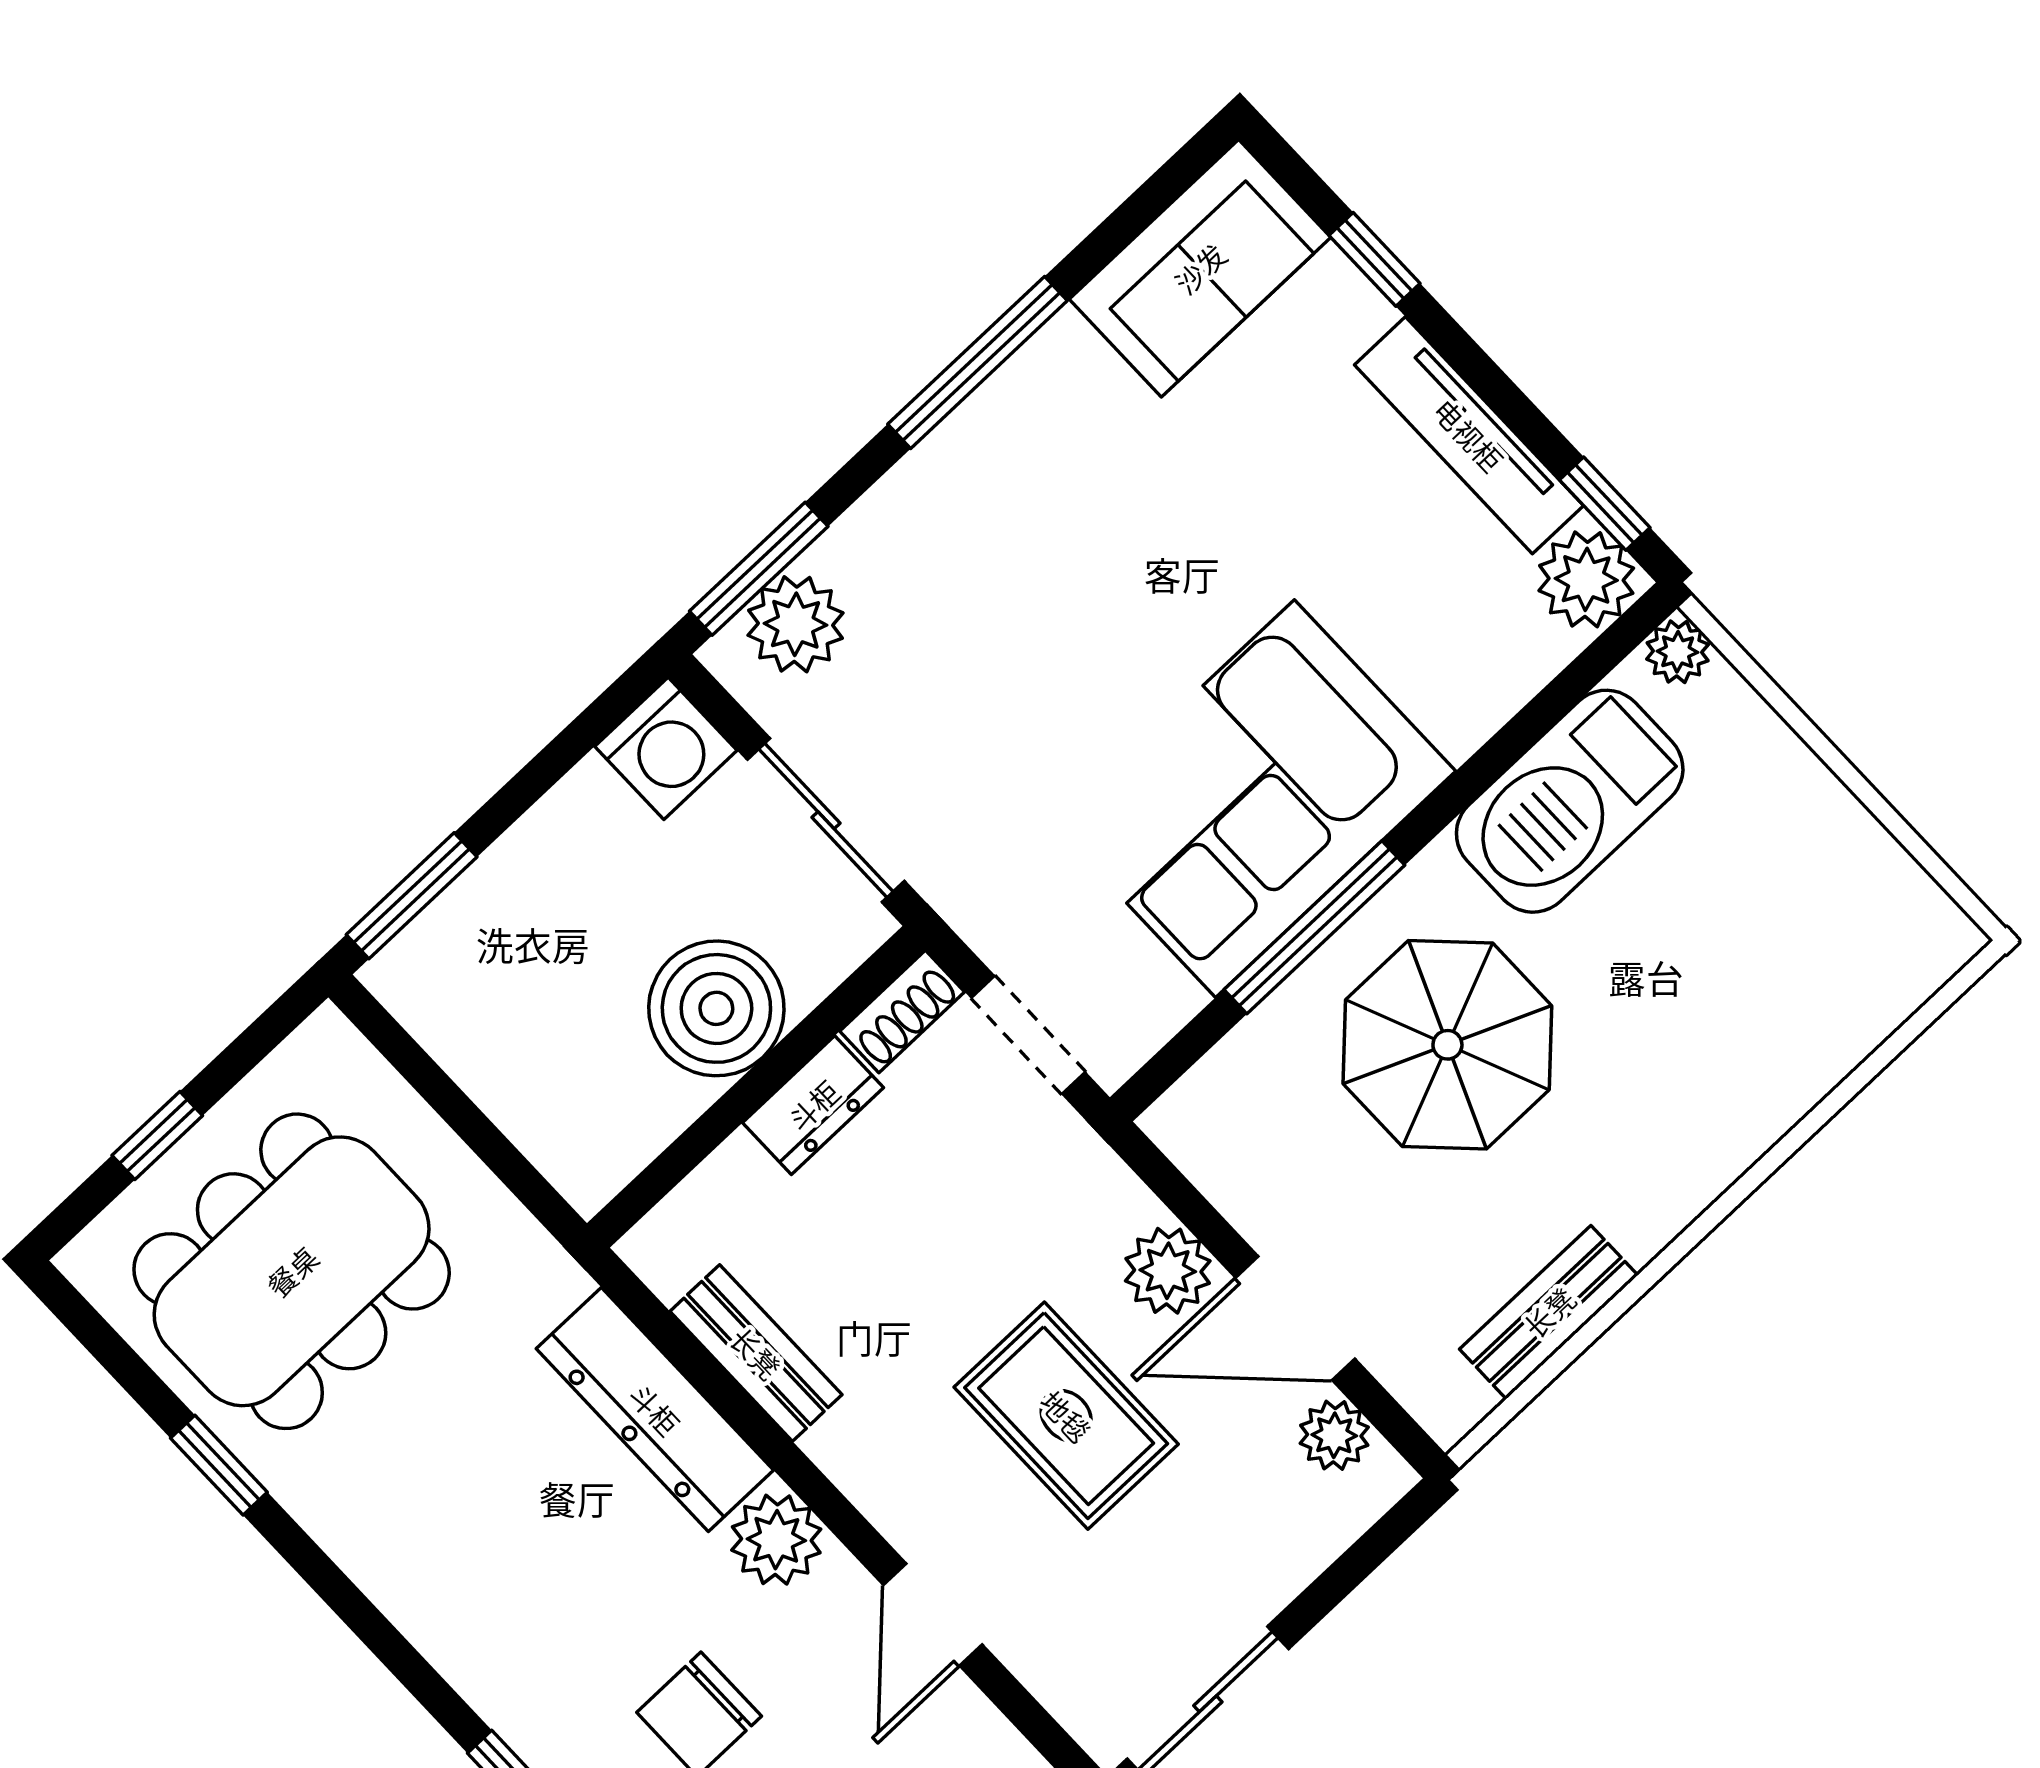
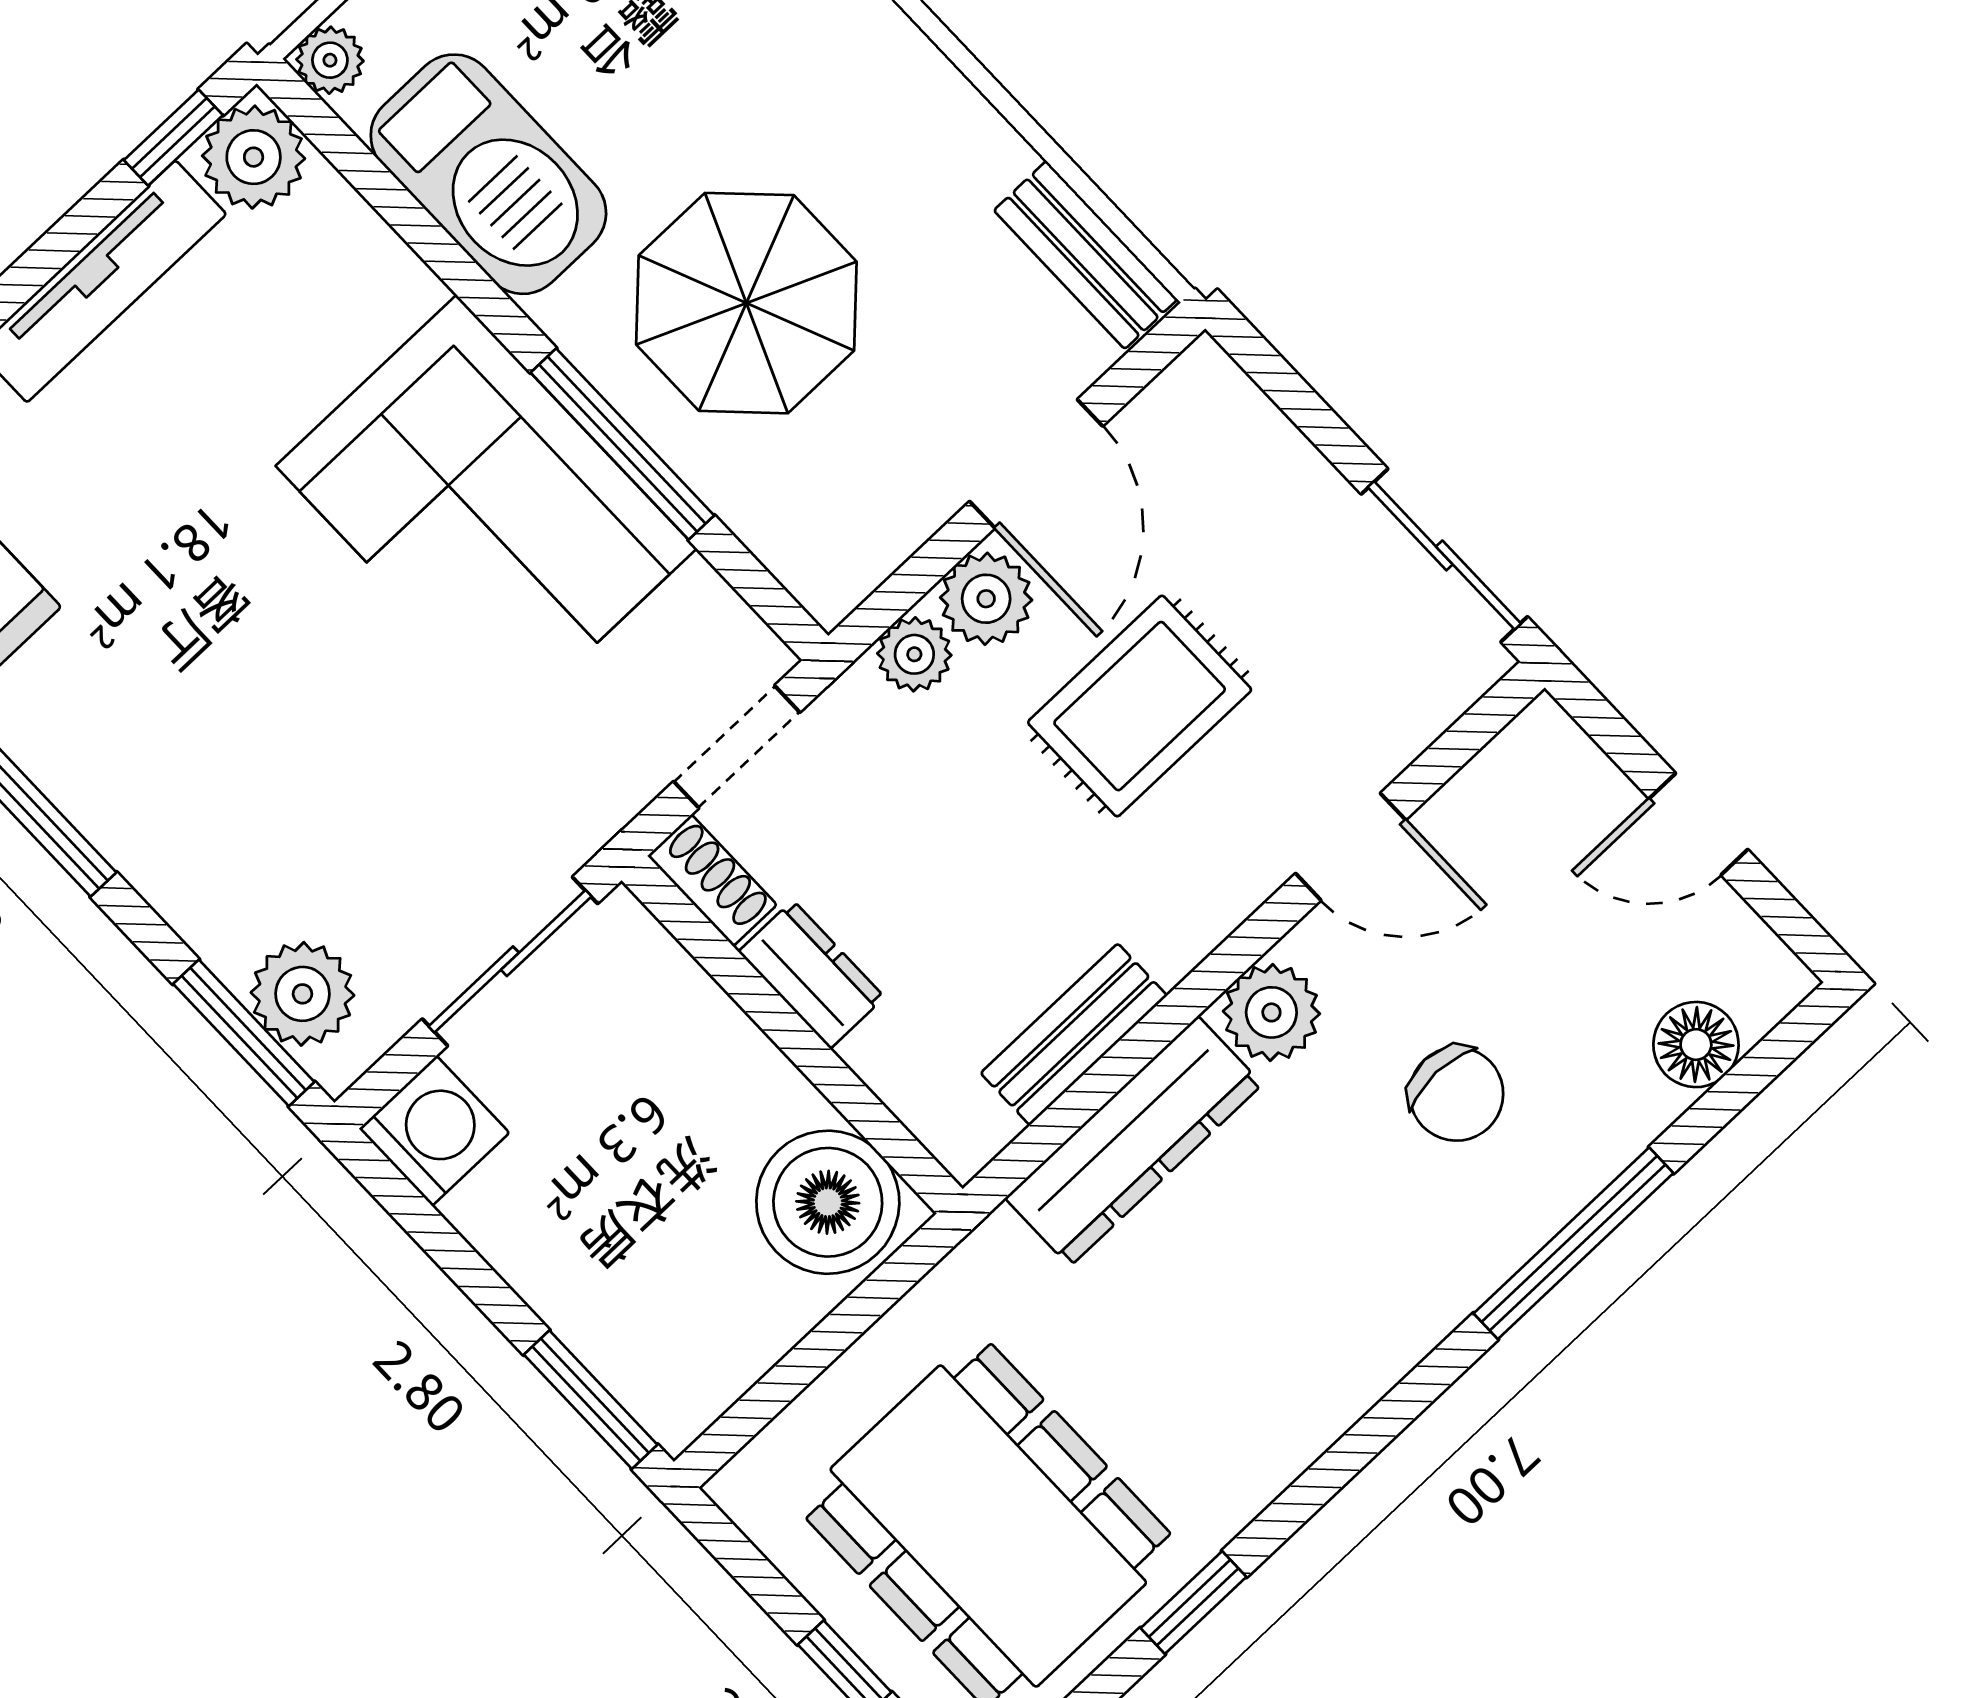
boiler: (716, 1008) -> (828, 1202), moved
bench: (1549, 1312) -> (1086, 255), moved
plant: (1334, 1435) -> (914, 654), moved

